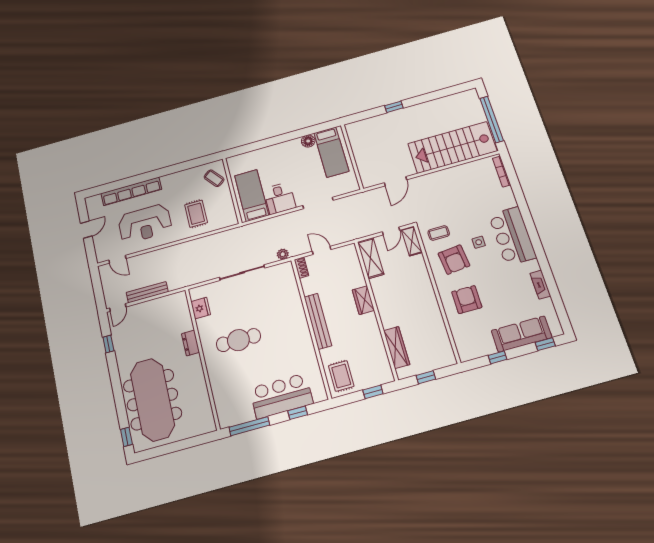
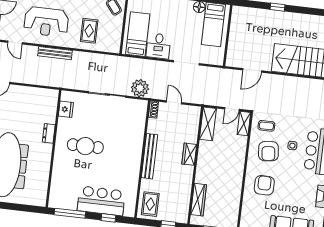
plant: (283, 254) -> (140, 88), width x1.88, depth x1.88
bench: (147, 292) -> (55, 53), moved

